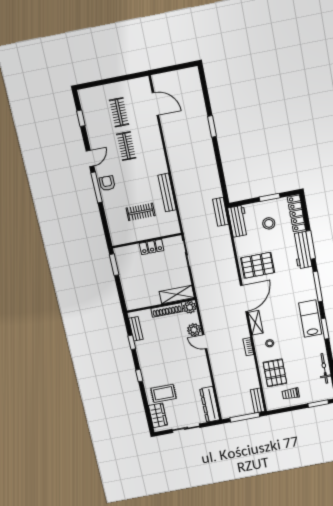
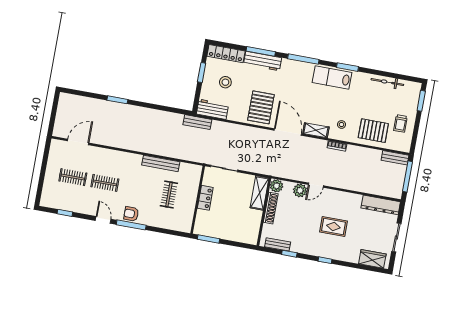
rug: (164, 393) -> (333, 226), moved, turned 90

